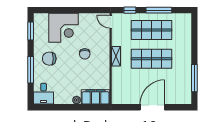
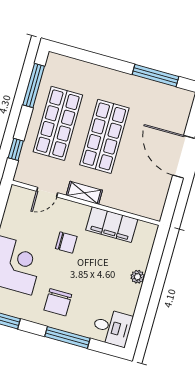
window: (159, 10) -> (34, 85), moved
door: (111, 22) -> (47, 192), moved
filing cabinet: (95, 97) -> (112, 225), moved, turned -90

